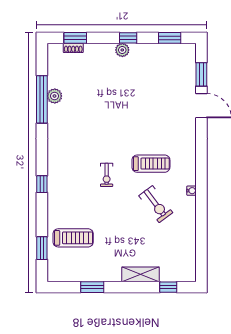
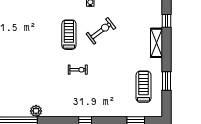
plant: (55, 96) -> (36, 111), moved
treadmill: (73, 238) -> (144, 87), moved

